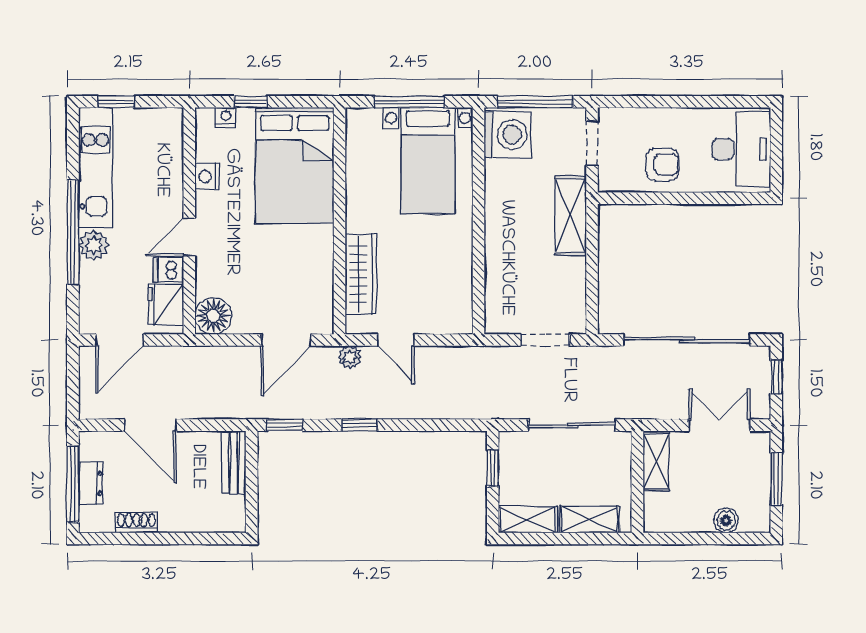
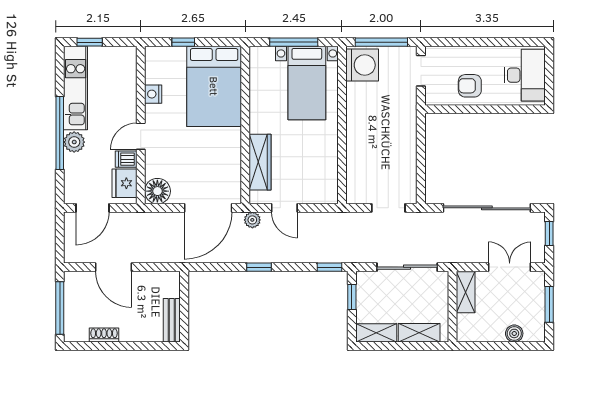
nightstand: (226, 117) -> (166, 53), removed
armchair: (662, 164) -> (470, 86), turned 180
shelving: (570, 215) -> (406, 121), removed
door: (286, 340) -> (208, 208), width x1.36
window: (285, 425) -> (329, 267), moved
bench: (234, 462) -> (172, 320), moved
dresser: (91, 483) -> (72, 308), removed

